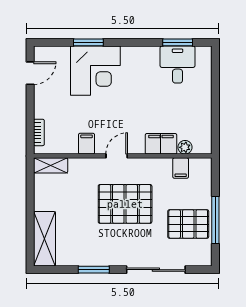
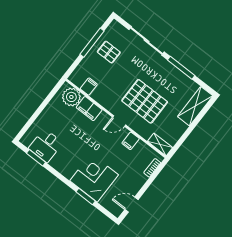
plant: (185, 147) -> (71, 97), width x1.88, depth x1.88
pallet: (125, 204) -> (145, 101), moved
pallet: (188, 224) -> (109, 52), width x0.67, depth x0.71
window: (94, 270) -> (181, 68), width x1.44

